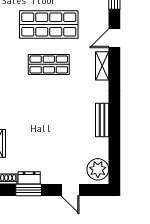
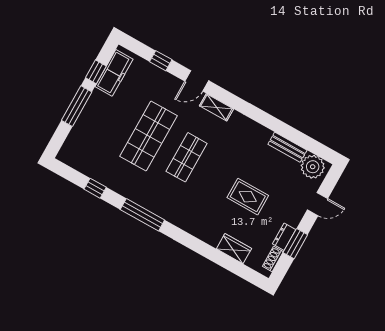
door: (114, 38) -> (197, 81), hinge flipped
bench: (102, 120) -> (287, 147), moved
rug: (45, 131) -> (248, 197), added

